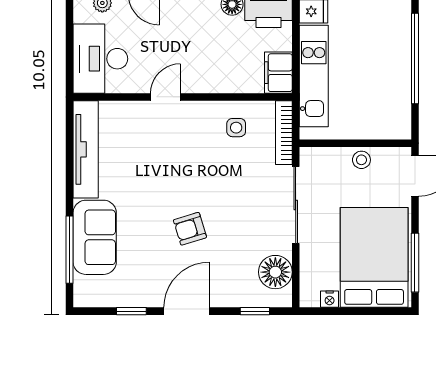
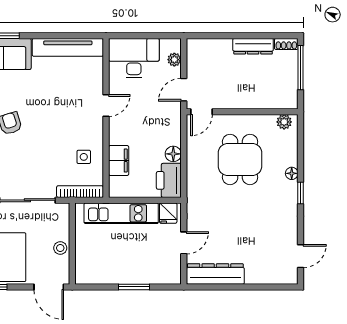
window: (415, 58) -> (134, 287), width x0.47
filing cabinet: (278, 73) -> (119, 160), moved, turned 90
door: (165, 97) -> (106, 106), hinge flipped

